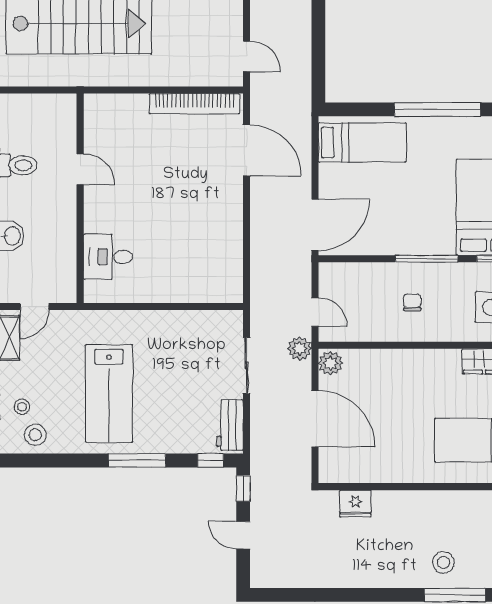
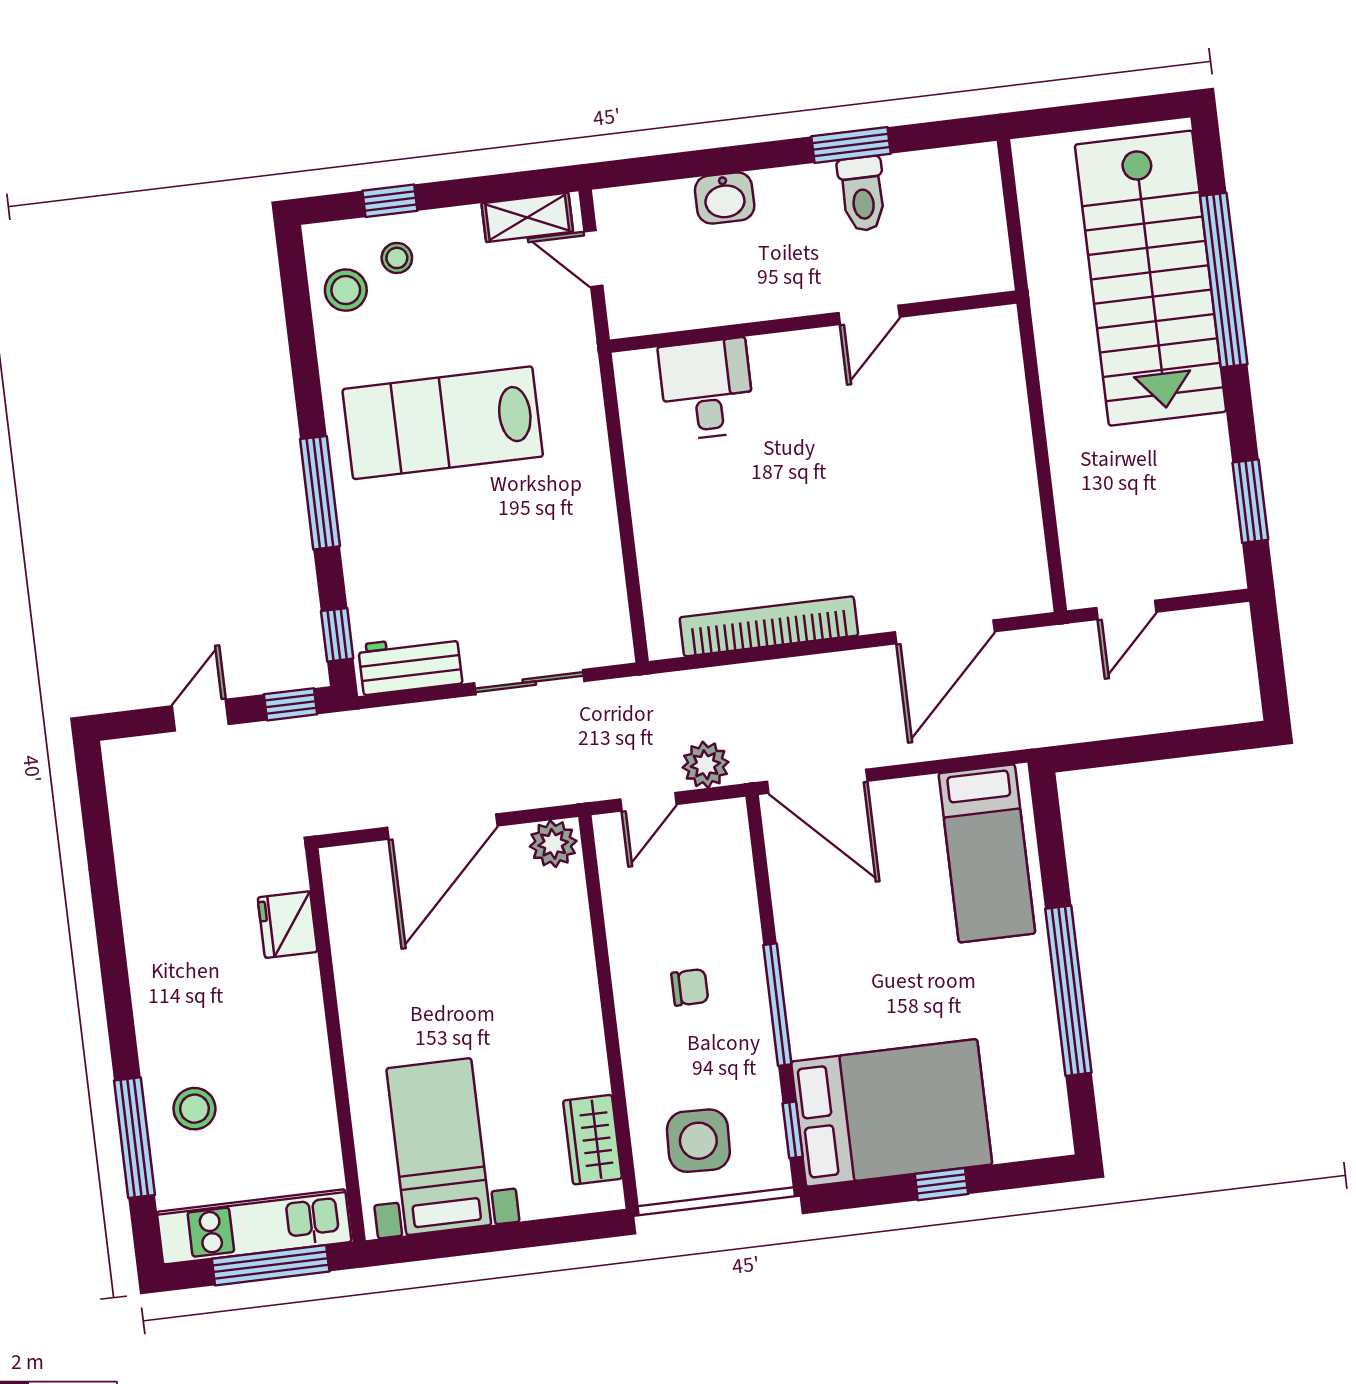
bookcase: (194, 104) -> (769, 626), moved, turned 90
plant: (300, 348) -> (705, 765), moved

